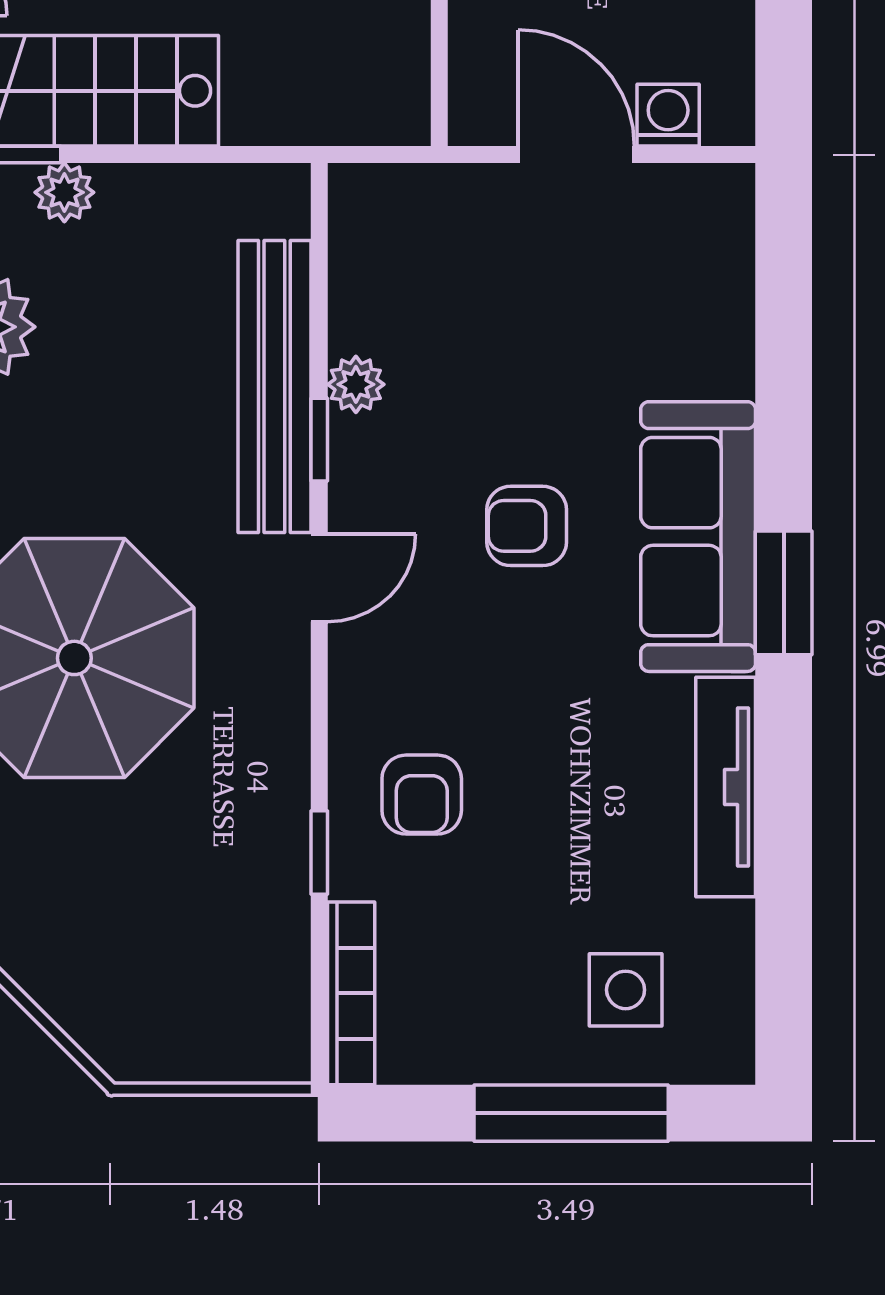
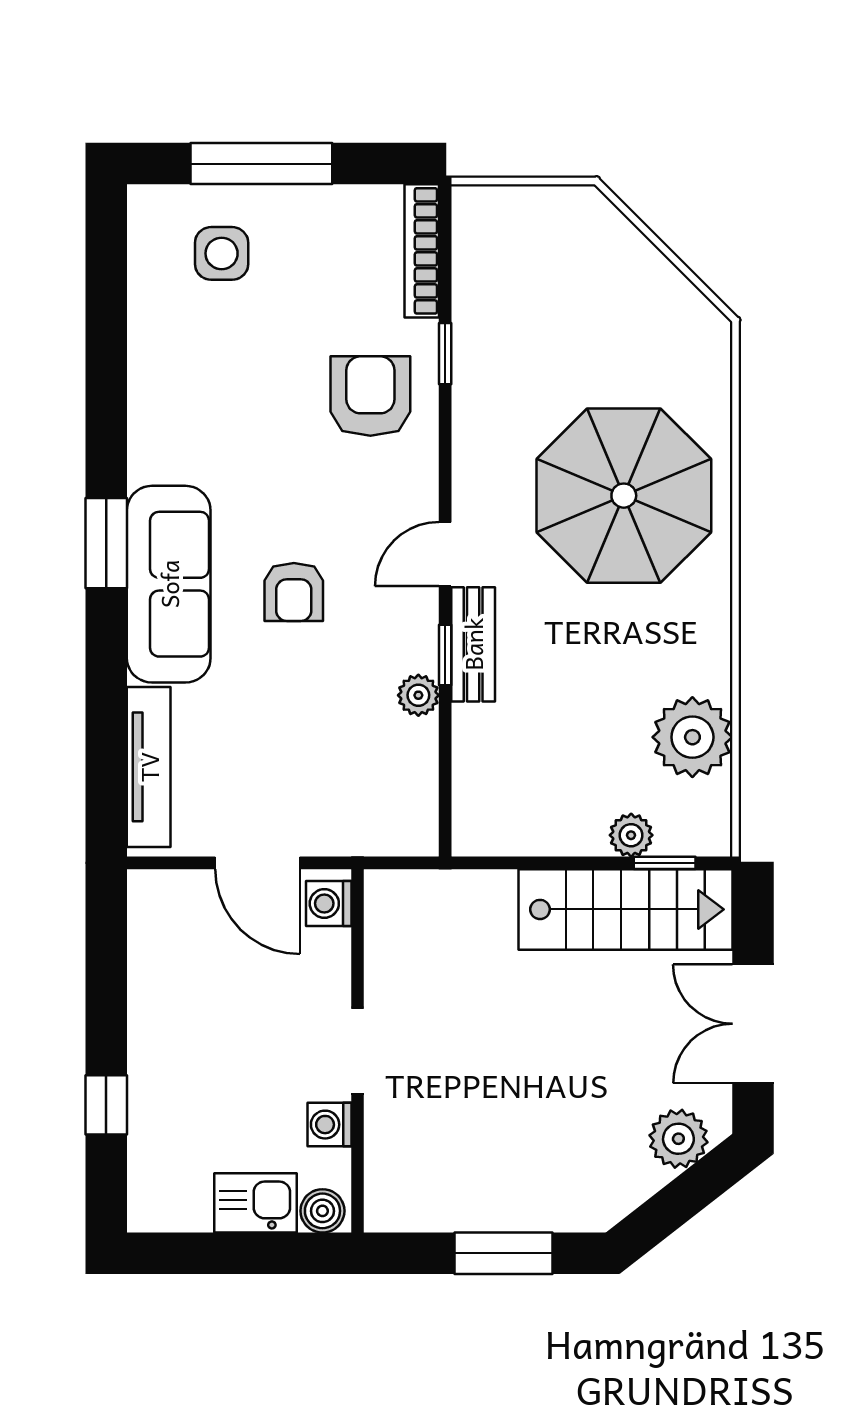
washing machine: (668, 115) -> (329, 903), moved, turned 90
bench: (274, 386) -> (473, 644), width x0.54, depth x0.82
armchair: (527, 526) -> (294, 592), turned 90
tv unit: (726, 787) -> (149, 767), moved
armchair: (422, 795) -> (370, 396), width x1.38, depth x1.38

